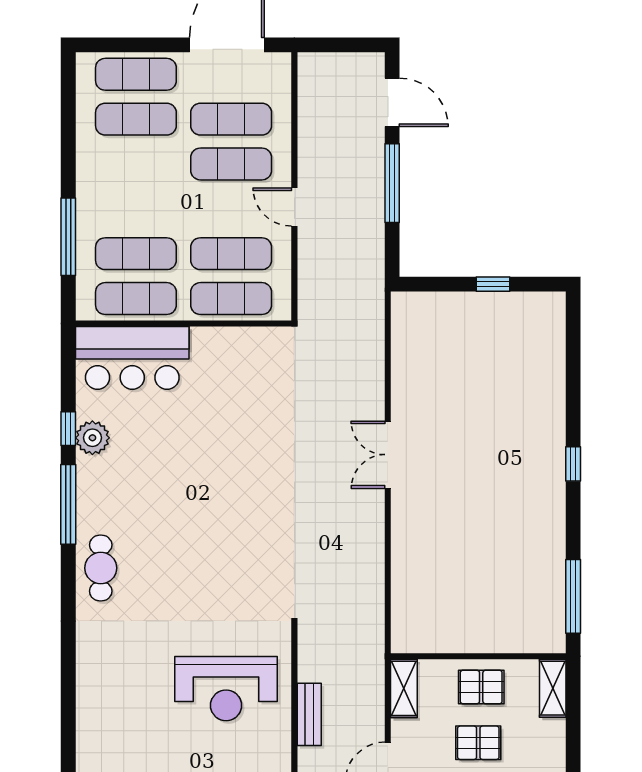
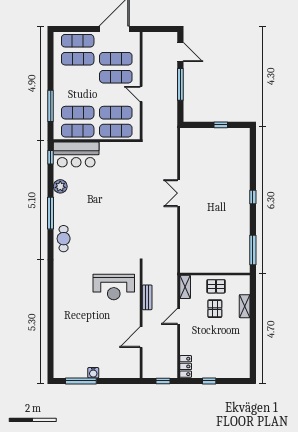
window: (68, 429) -> (51, 157), moved
shelving: (553, 688) -> (245, 306), moved
pallet: (478, 743) -> (215, 309), turned 90

